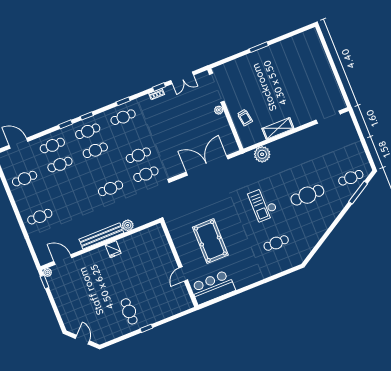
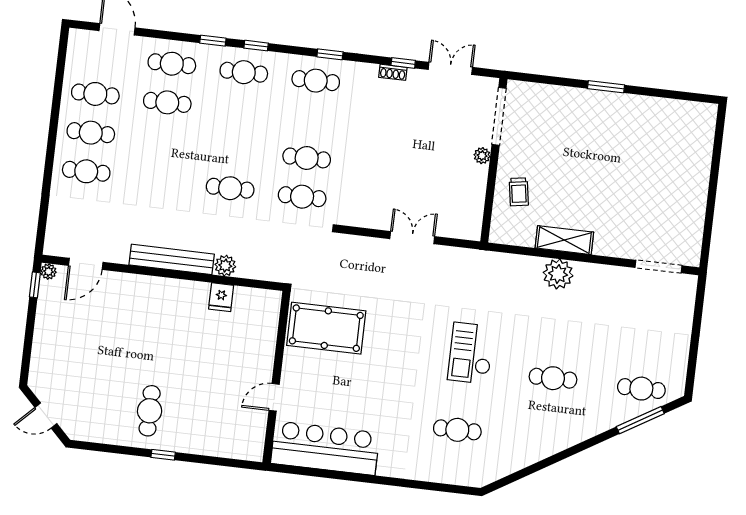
double door: (182, 78) -> (450, 68), swing flipped
cafe table: (95, 150) -> (91, 133), moved
plant: (262, 154) -> (558, 274), moved
double door: (207, 165) -> (412, 238), width x0.54
cafe table: (307, 195) -> (553, 378), width x0.73, depth x0.74
pool table: (210, 241) -> (326, 328), moved, turned 90
fridge: (113, 249) -> (221, 297), moved
door: (63, 260) -> (86, 264), swing flipped
bar counter: (213, 287) -> (325, 448), width x1.36
door: (82, 340) -> (46, 416), swing flipped

